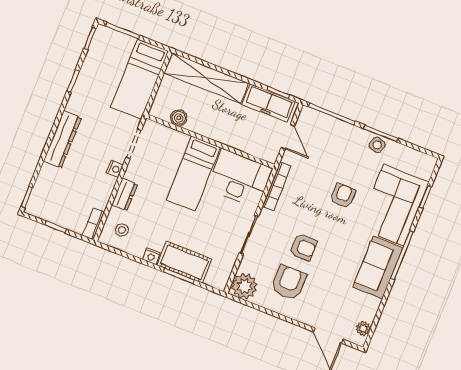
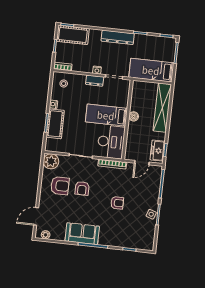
freezer: (269, 103) -> (158, 151), width x0.71
boiler: (179, 118) -> (134, 116), moved
dresser: (62, 139) -> (118, 37), moved
cot: (46, 193) -> (73, 35), added
dresser: (124, 194) -> (95, 81), moved
corner sofa: (393, 205) -> (120, 233), removed

